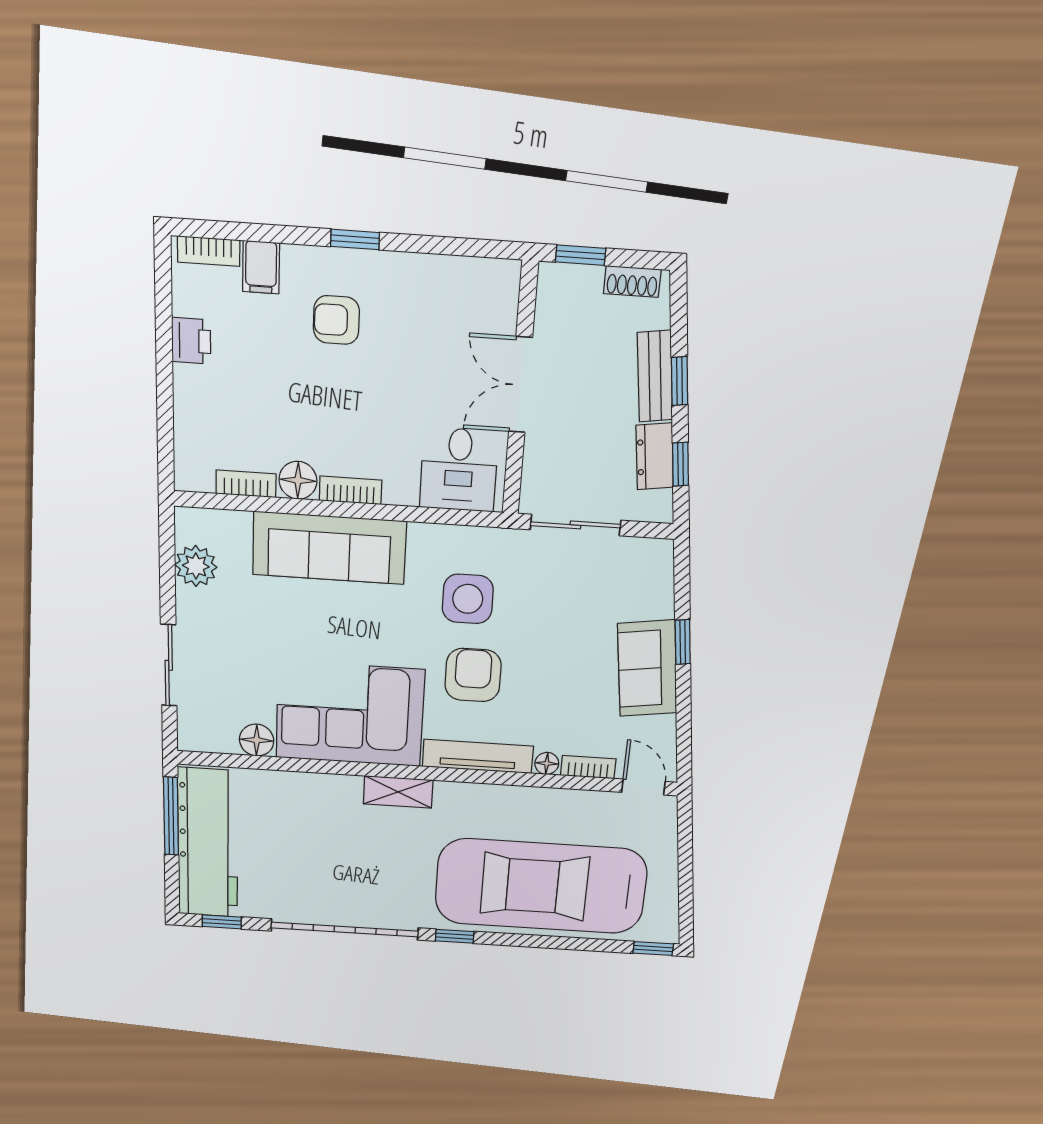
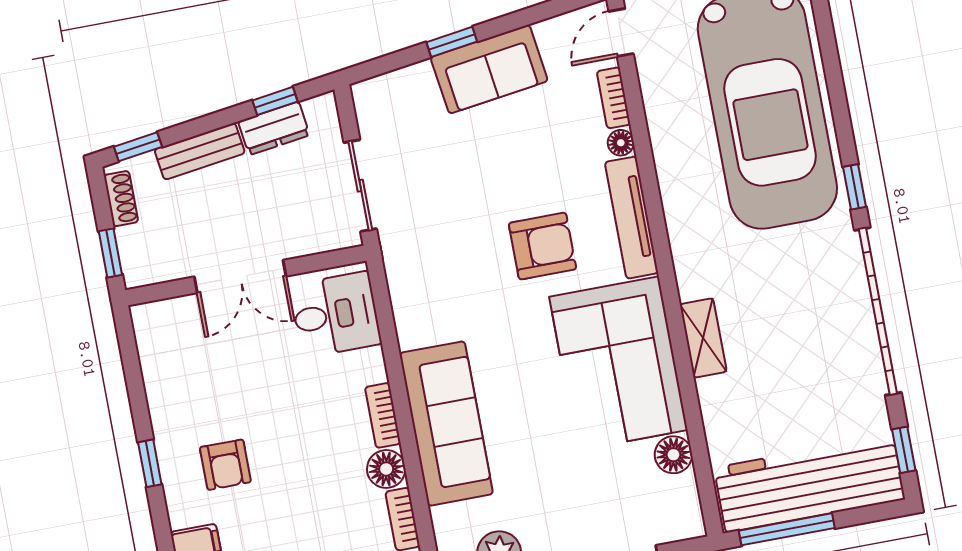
window: (680, 381) -> (138, 147), moved
side table: (468, 599) -> (463, 272), removed
armchair: (473, 675) -> (542, 246), turned 180
shelving: (398, 792) -> (703, 338), moved

